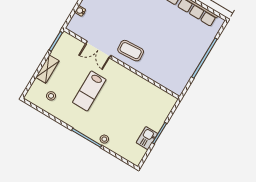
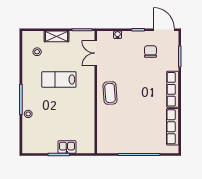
double door: (98, 49) -> (96, 53), moved
kitchen sink: (147, 138) -> (67, 147), moved

